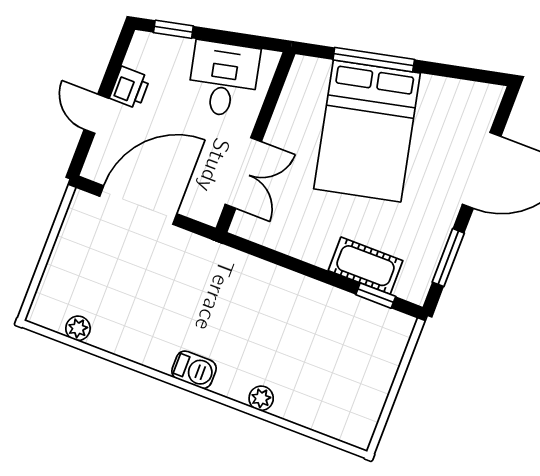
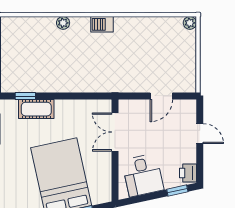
printer: (130, 88) -> (188, 173), moved
door: (138, 205) -> (161, 96), width x0.53
plant: (78, 328) -> (190, 23), moved

